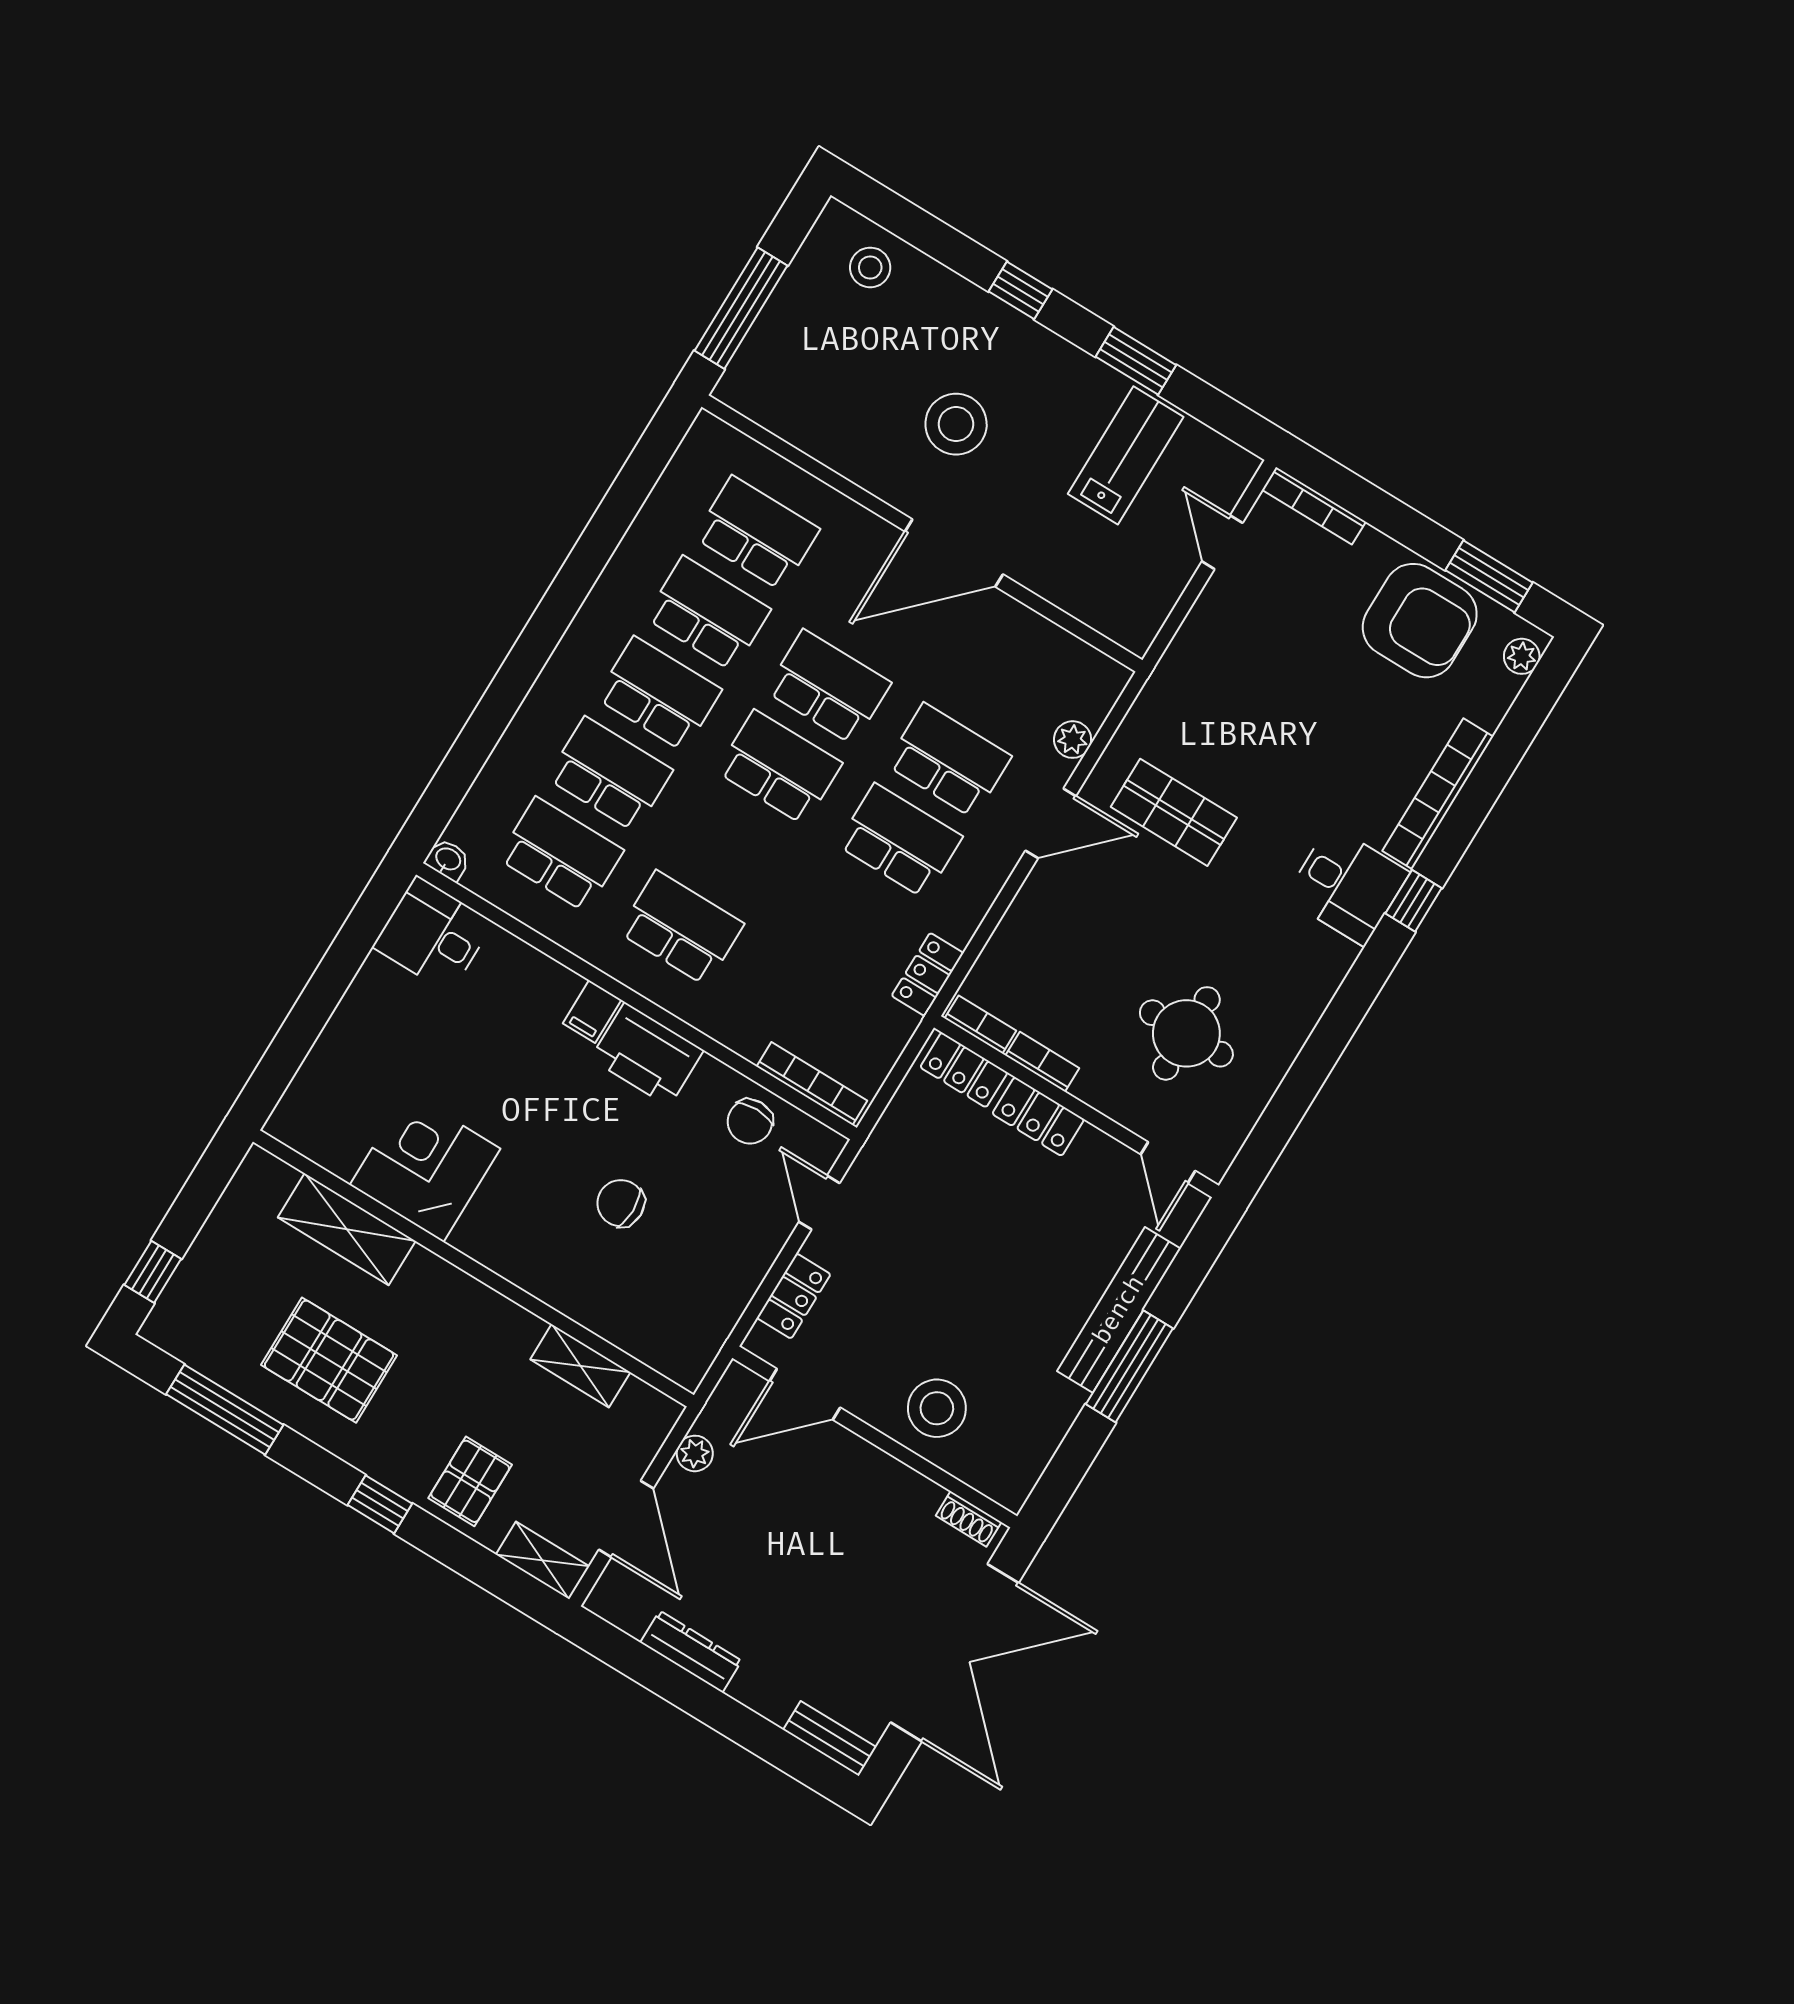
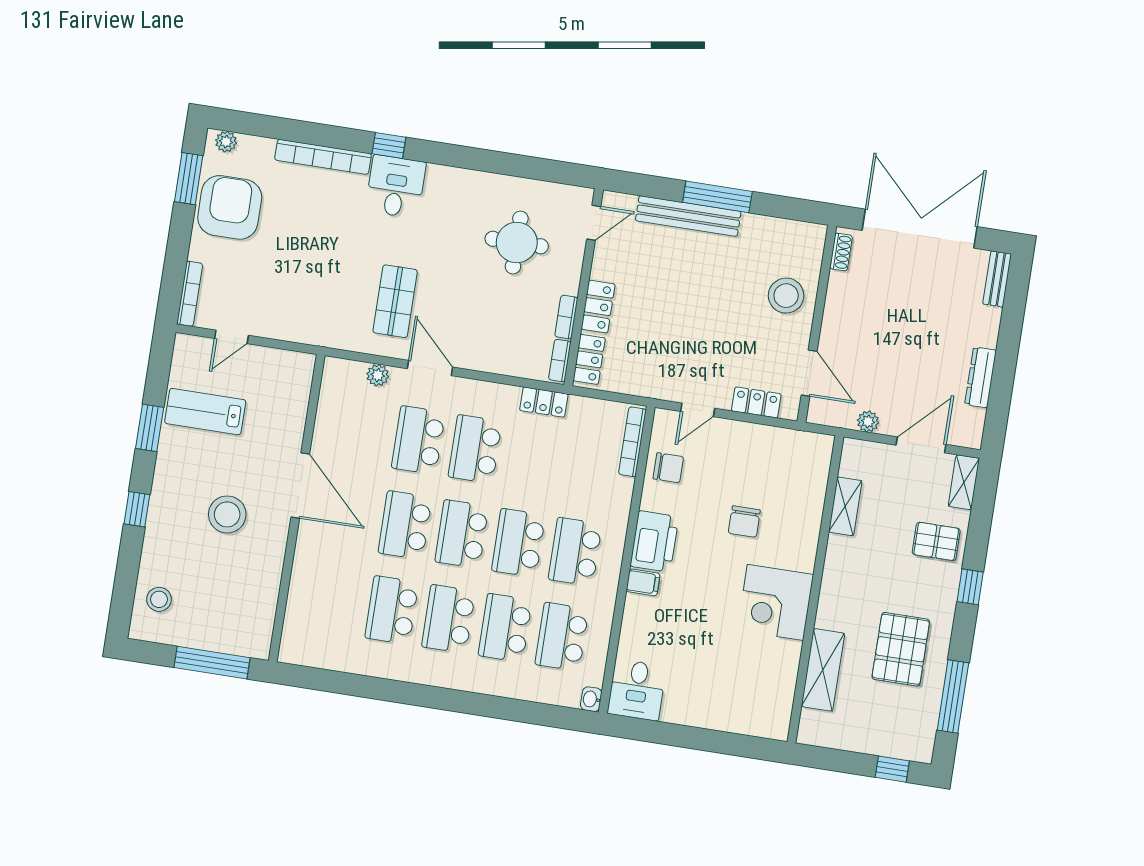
school desk: (757, 533) -> (518, 543), moved
corner desk: (425, 1167) -> (775, 602), moved

